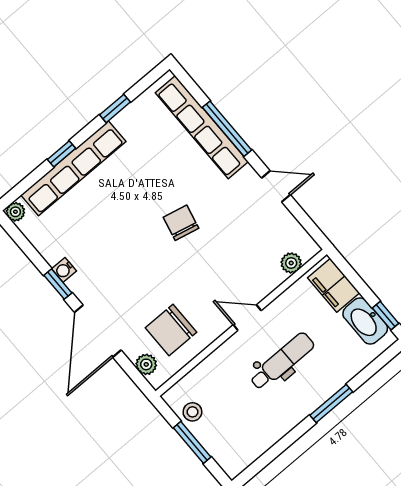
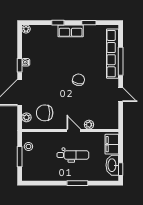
row of seats: (73, 168) -> (71, 31), width x0.50
plant: (291, 263) -> (89, 125), moved

